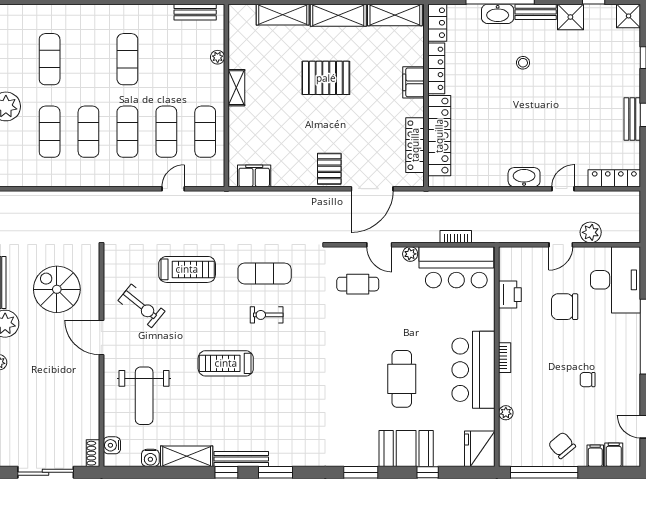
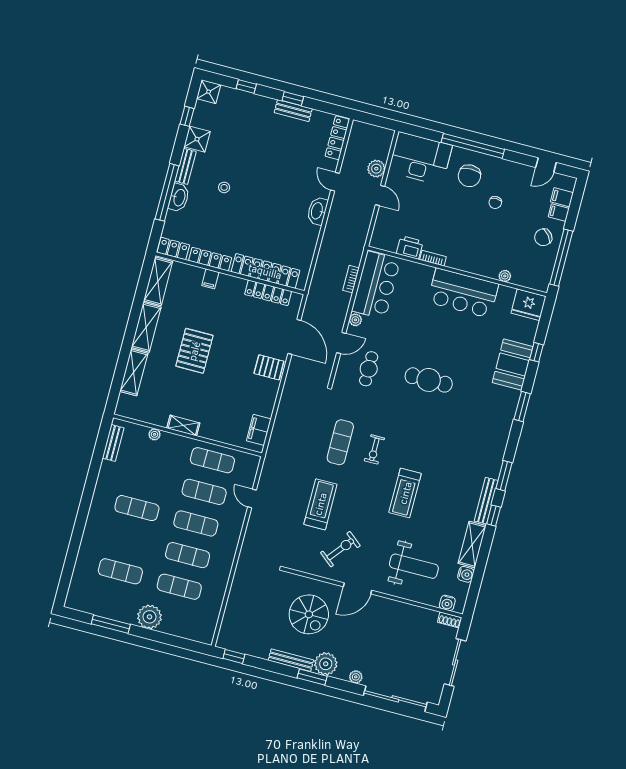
filing cabinet: (414, 82) -> (210, 279), width x0.50
spiral stairs: (57, 289) -> (309, 614), turned -90
chair: (565, 307) -> (469, 176), moved
bookcase: (505, 358) -> (433, 258), moved
cafe table: (402, 379) -> (429, 380), moved

